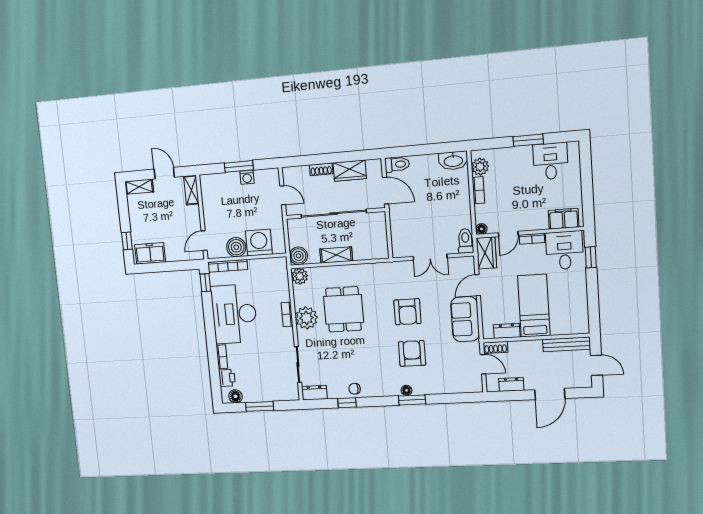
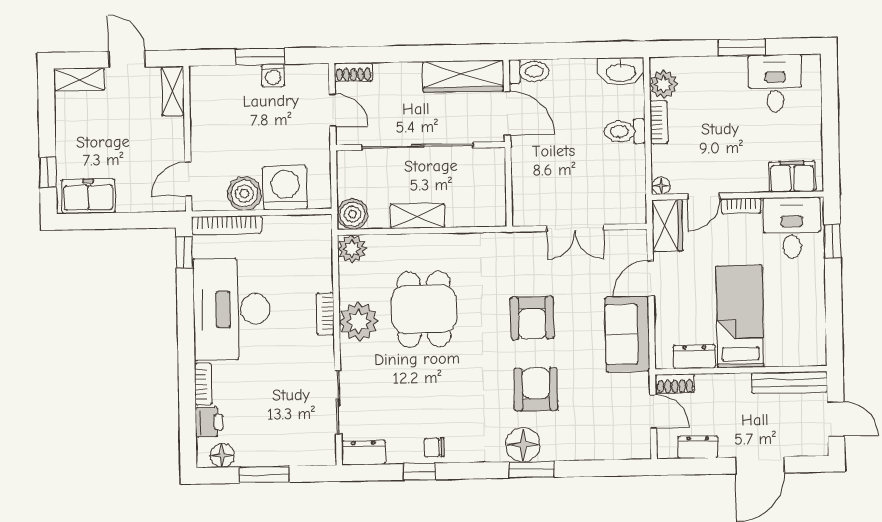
shoe rack: (321, 169) -> (353, 72), moved
wardrobe: (350, 171) -> (463, 76), width x1.50
toilet: (465, 241) -> (625, 131), moved, turned -90
floor lamp: (407, 390) -> (523, 445), width x1.89, depth x1.89

